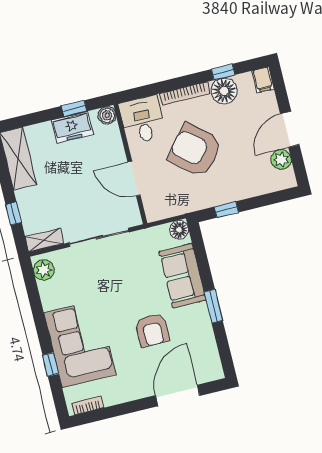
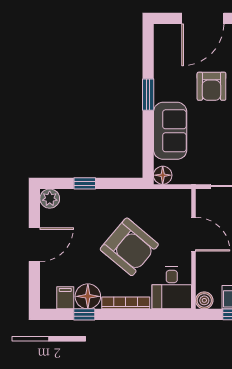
filing cabinet: (263, 80) -> (65, 298), moved
plant: (281, 160) -> (50, 199), moved
window: (226, 210) -> (85, 183), moved
armchair: (152, 330) -> (211, 86), turned 180

